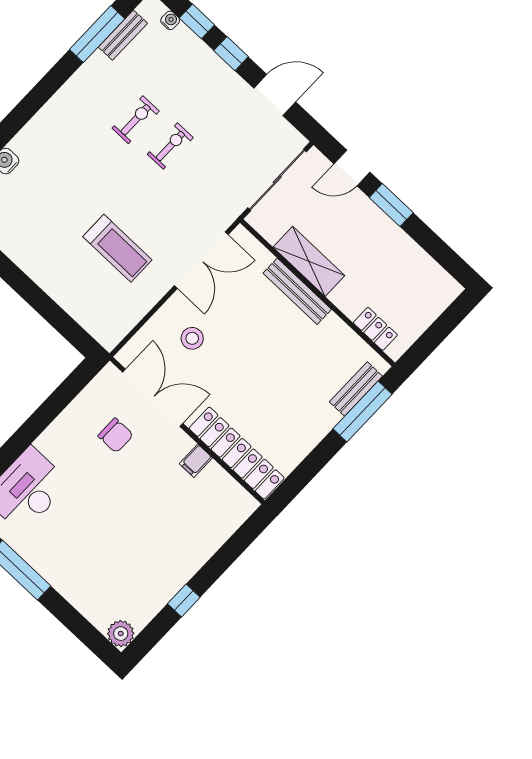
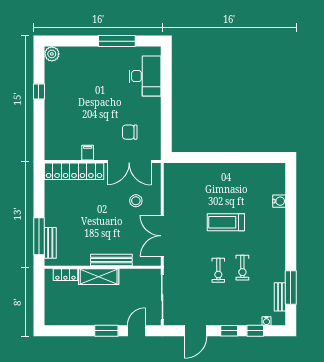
treadmill: (117, 248) -> (226, 222), moved
shelving: (309, 261) -> (99, 277), moved

